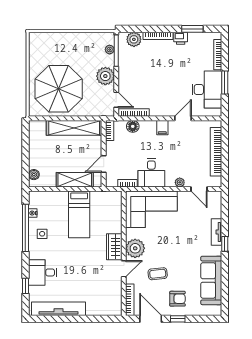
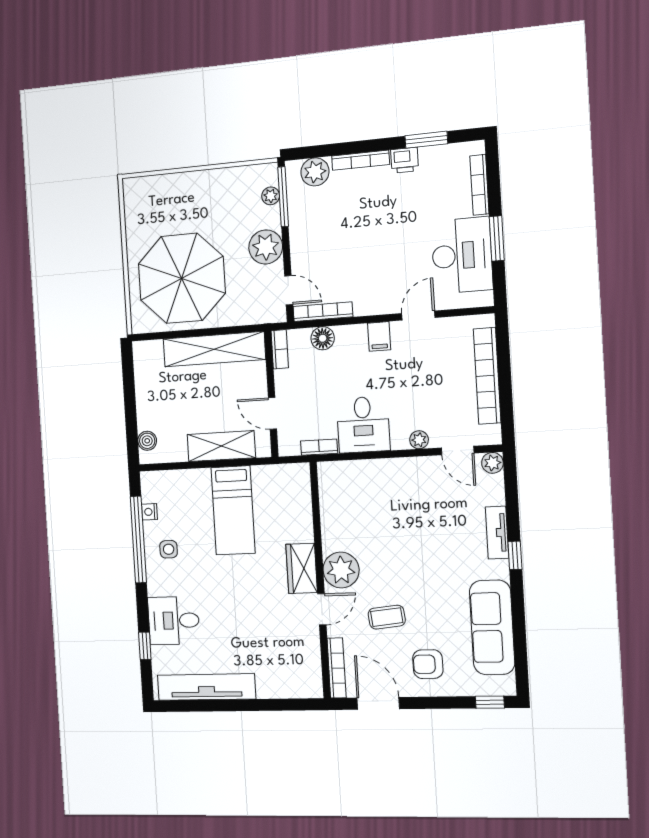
door: (104, 164) -> (272, 413), hinge flipped
plant: (216, 196) -> (492, 463), added
corner sofa: (151, 209) -> (367, 494), removed
armchair: (178, 299) -> (428, 664), turned 180
window: (178, 319) -> (490, 702), moved

